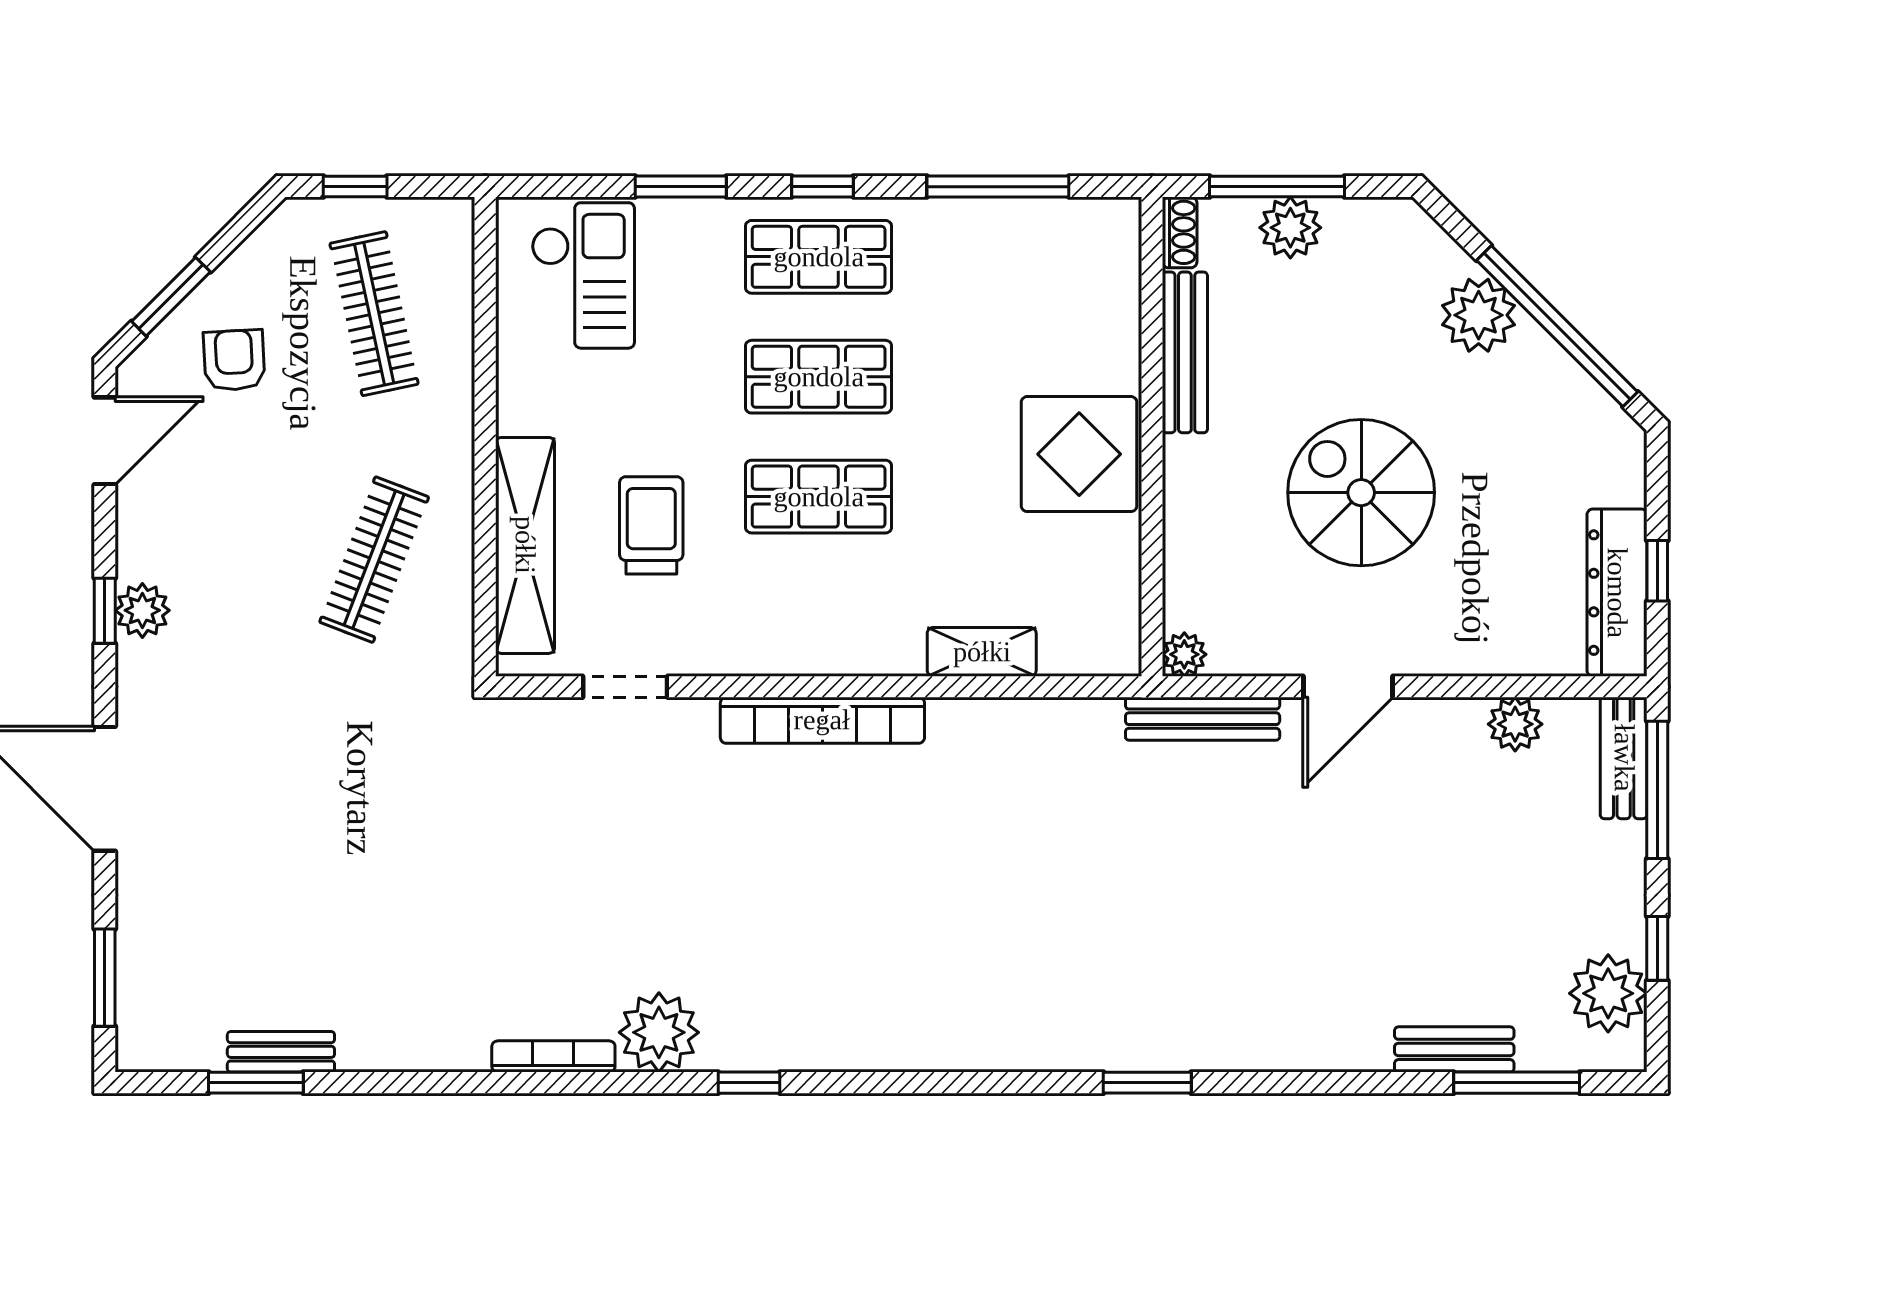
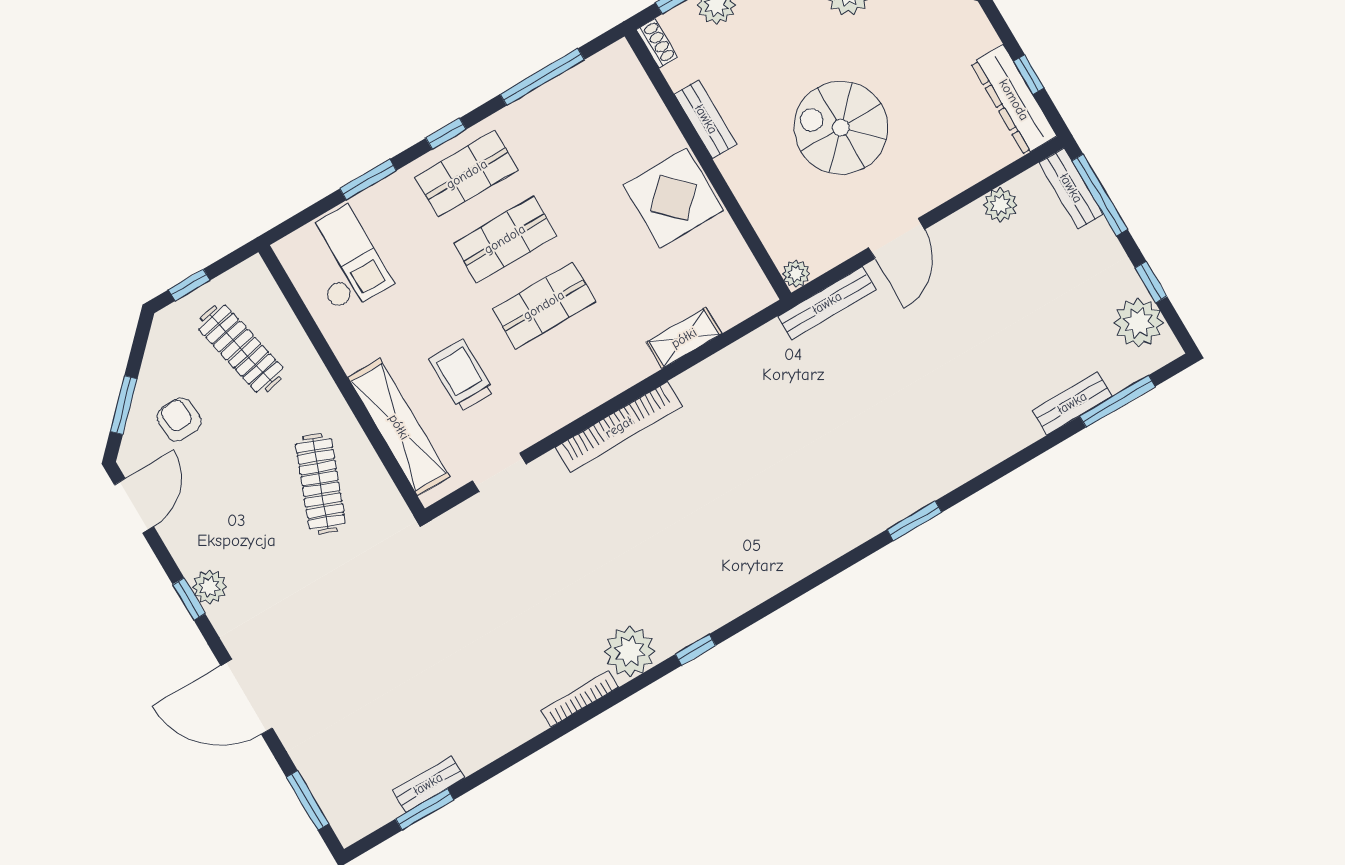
bench: (1185, 352) -> (706, 119), width x0.73

